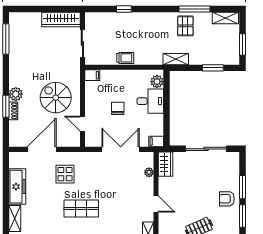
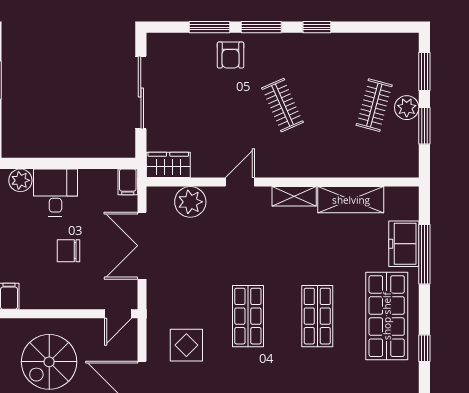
door: (82, 124) -> (118, 314), moved
plant: (149, 172) -> (190, 202), width x1.88, depth x1.88

